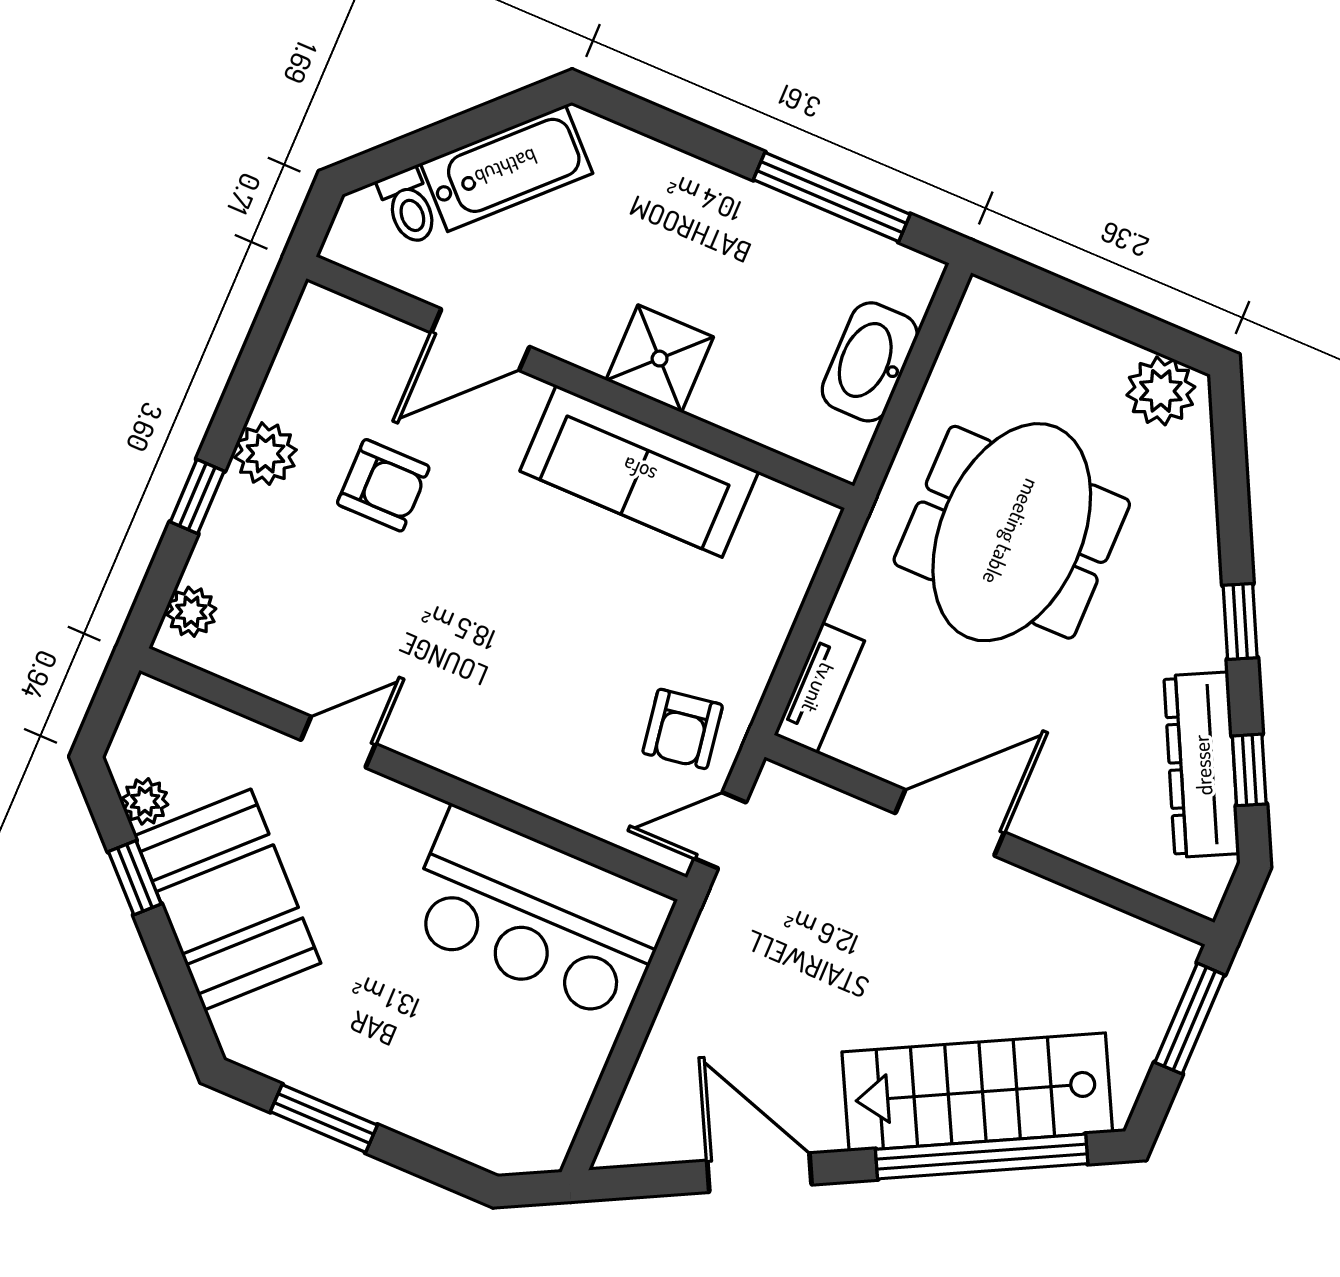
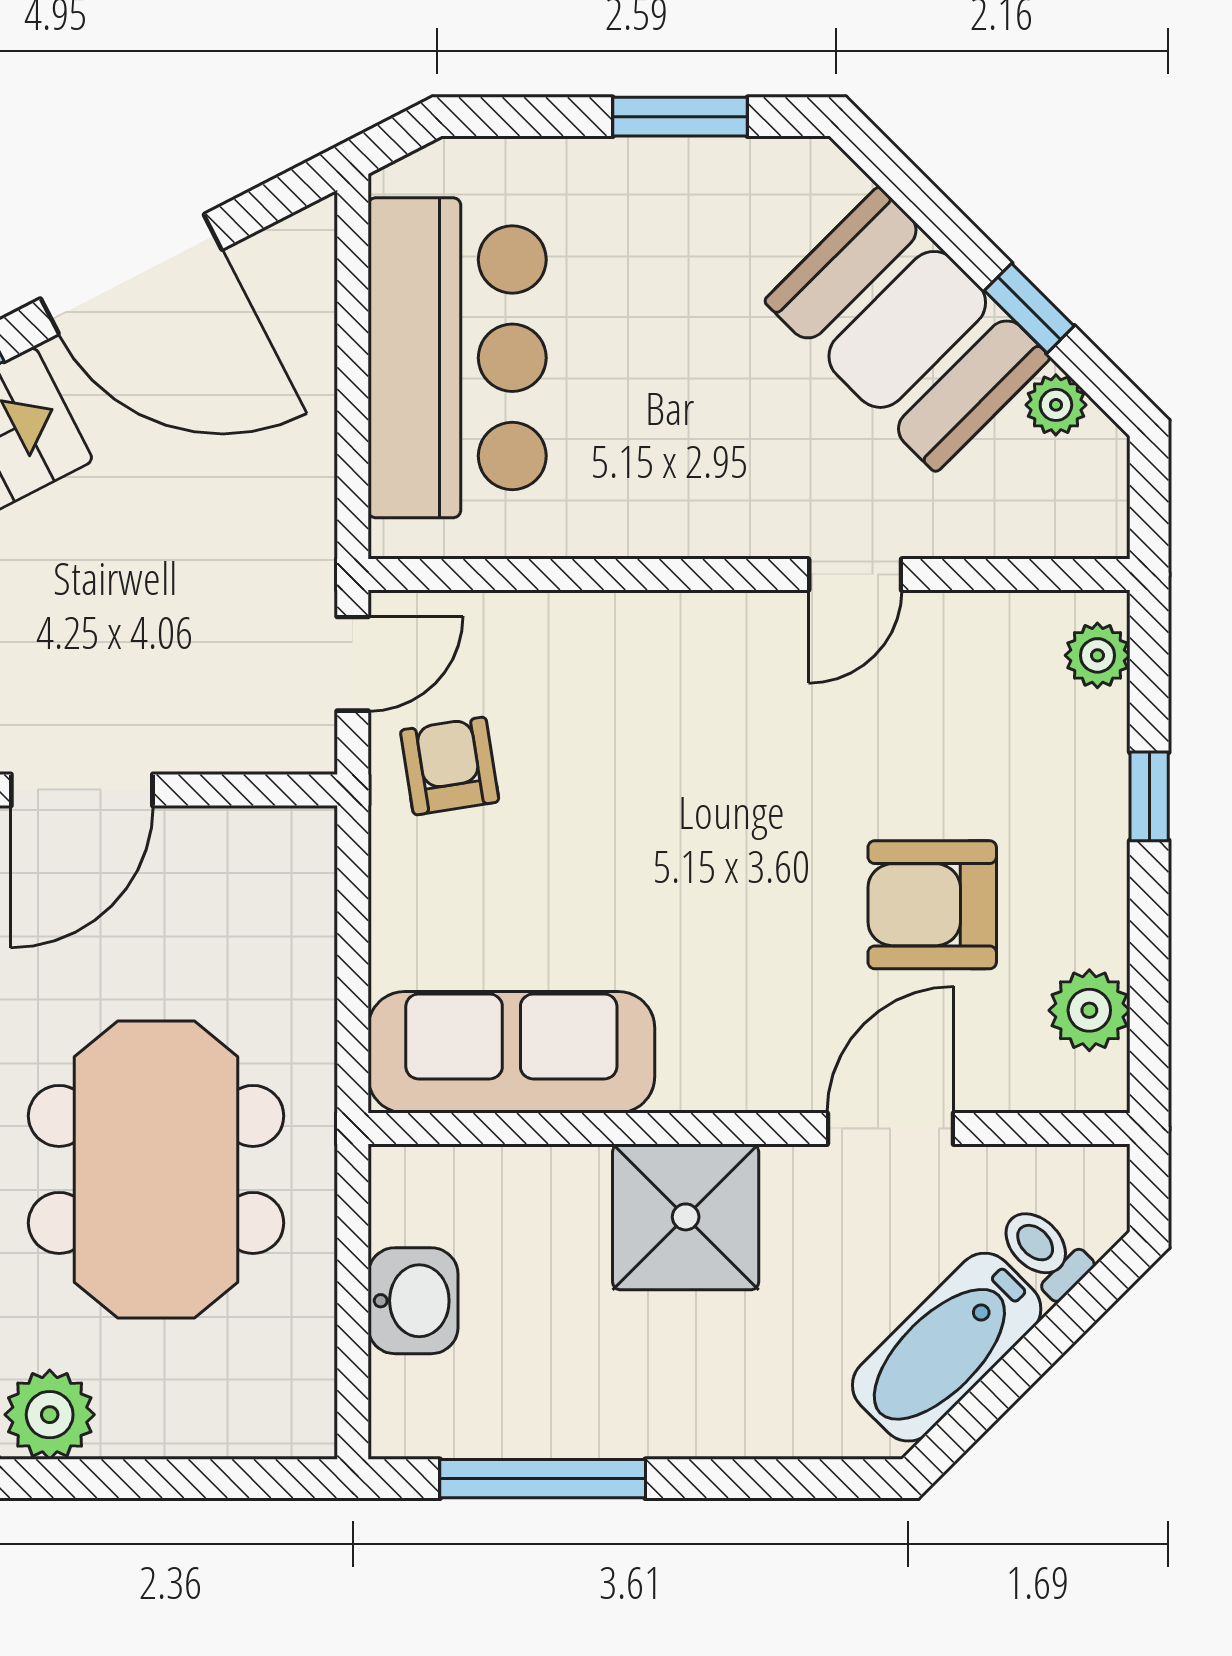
shower: (660, 359) -> (686, 1217), width x1.36, depth x1.36
washbasin: (870, 362) -> (413, 1301), width x0.72
plant: (266, 454) -> (1089, 1010), moved
sofa: (639, 471) -> (511, 1052), moved
armchair: (383, 485) -> (932, 905), width x1.38, depth x1.38
tv unit: (819, 688) -> (307, 885), removed
bar counter: (538, 914) -> (457, 358), moved, turned 90
door: (759, 1173) -> (131, 274), width x1.36

